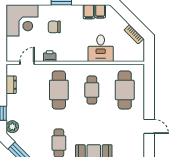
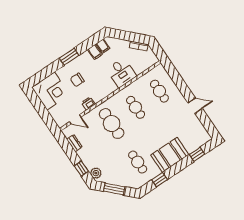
door: (27, 63) -> (75, 119), swing flipped
cafe table: (125, 90) -> (159, 91), width x0.73, depth x0.74

